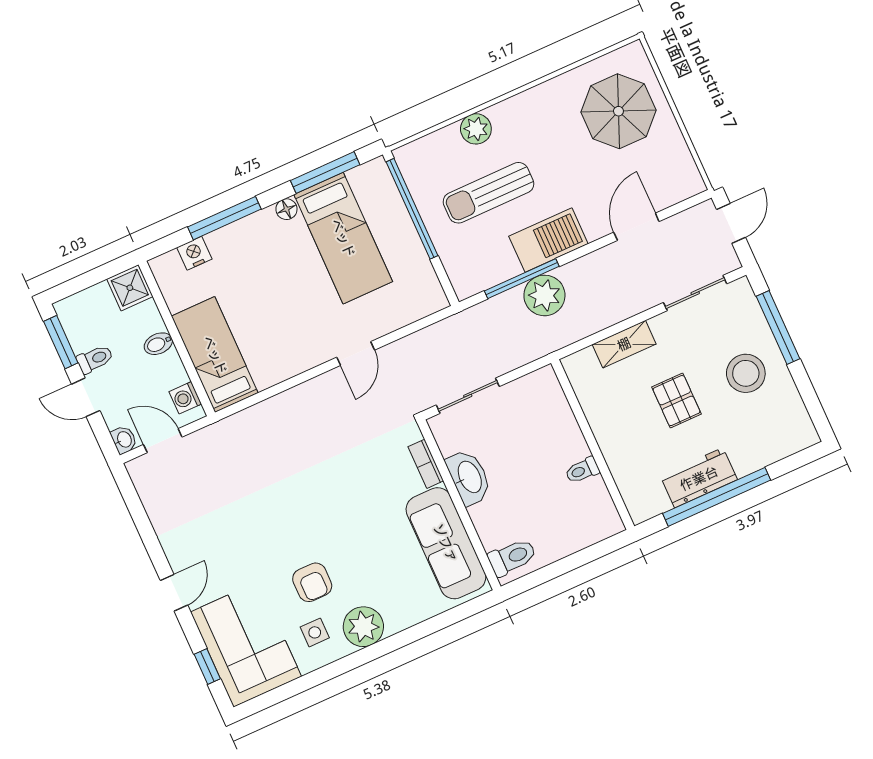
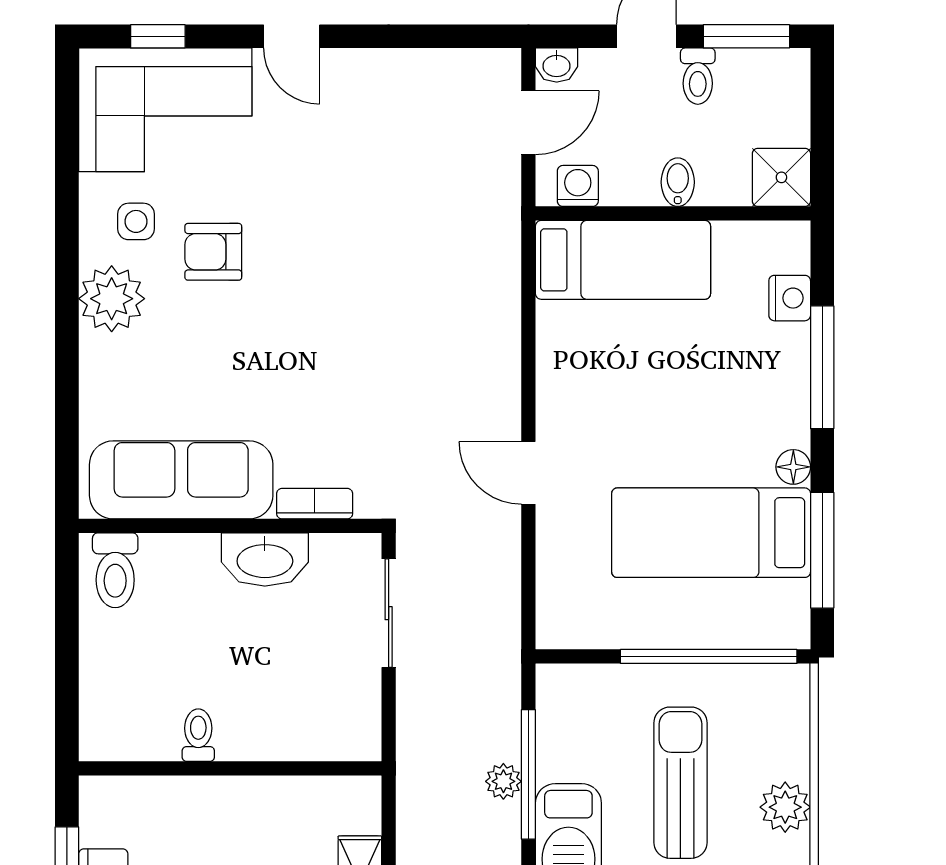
plant: (544, 295) -> (503, 781), width x0.53, depth x0.53

